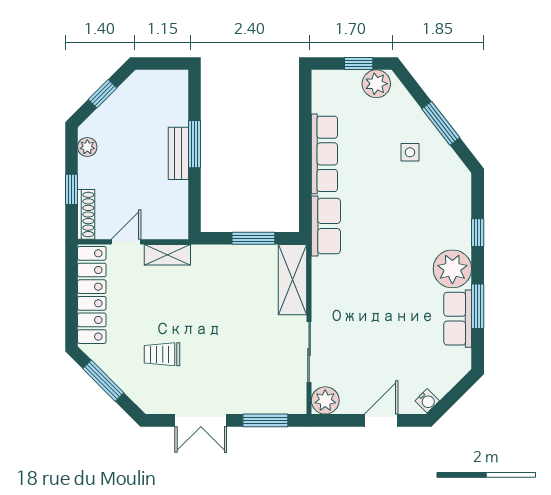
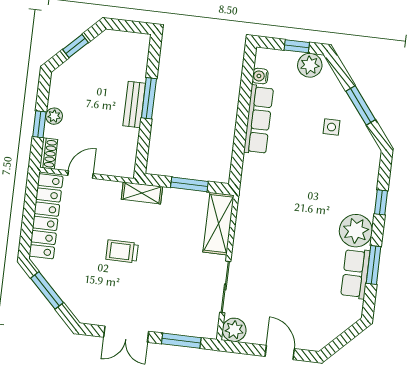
plant: (87, 147) -> (54, 116), moved
shoe rack: (86, 214) -> (49, 154), width x0.70
row of seats: (326, 226) -> (252, 181), removed
shelving: (167, 255) -> (142, 193), moved
trolley: (162, 354) -> (122, 251), moved
water cooler: (427, 401) -> (260, 76), moved, turned 135
door: (381, 420) -> (280, 352), hinge flipped

